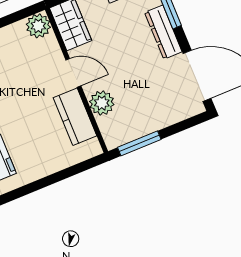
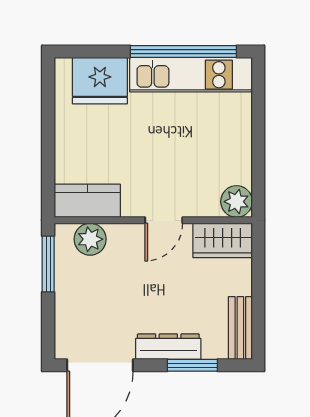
plant: (102, 103) -> (90, 239), moved
kitchen counter: (75, 117) -> (87, 201), moved

